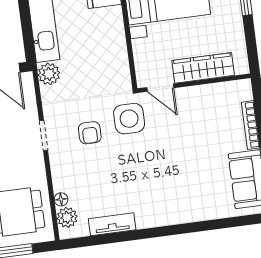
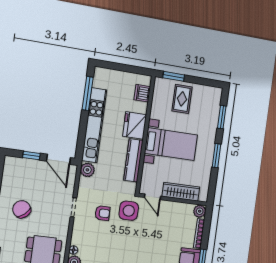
kitchen counter: (115, 40) -> (133, 160), added
plant: (242, 90) -> (200, 211), added
armchair: (90, 133) -> (102, 213), turned -90

